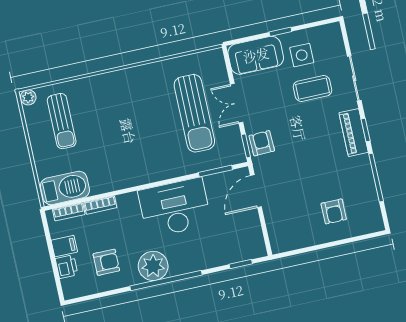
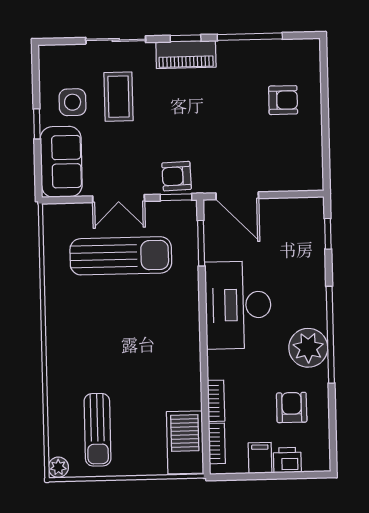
sun lounger: (62, 121) -> (97, 430), turned 90

